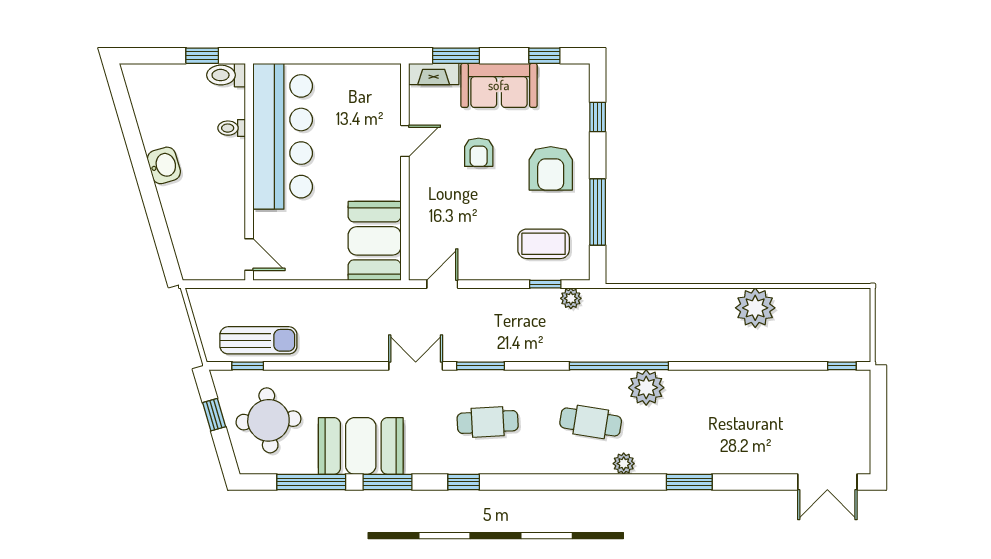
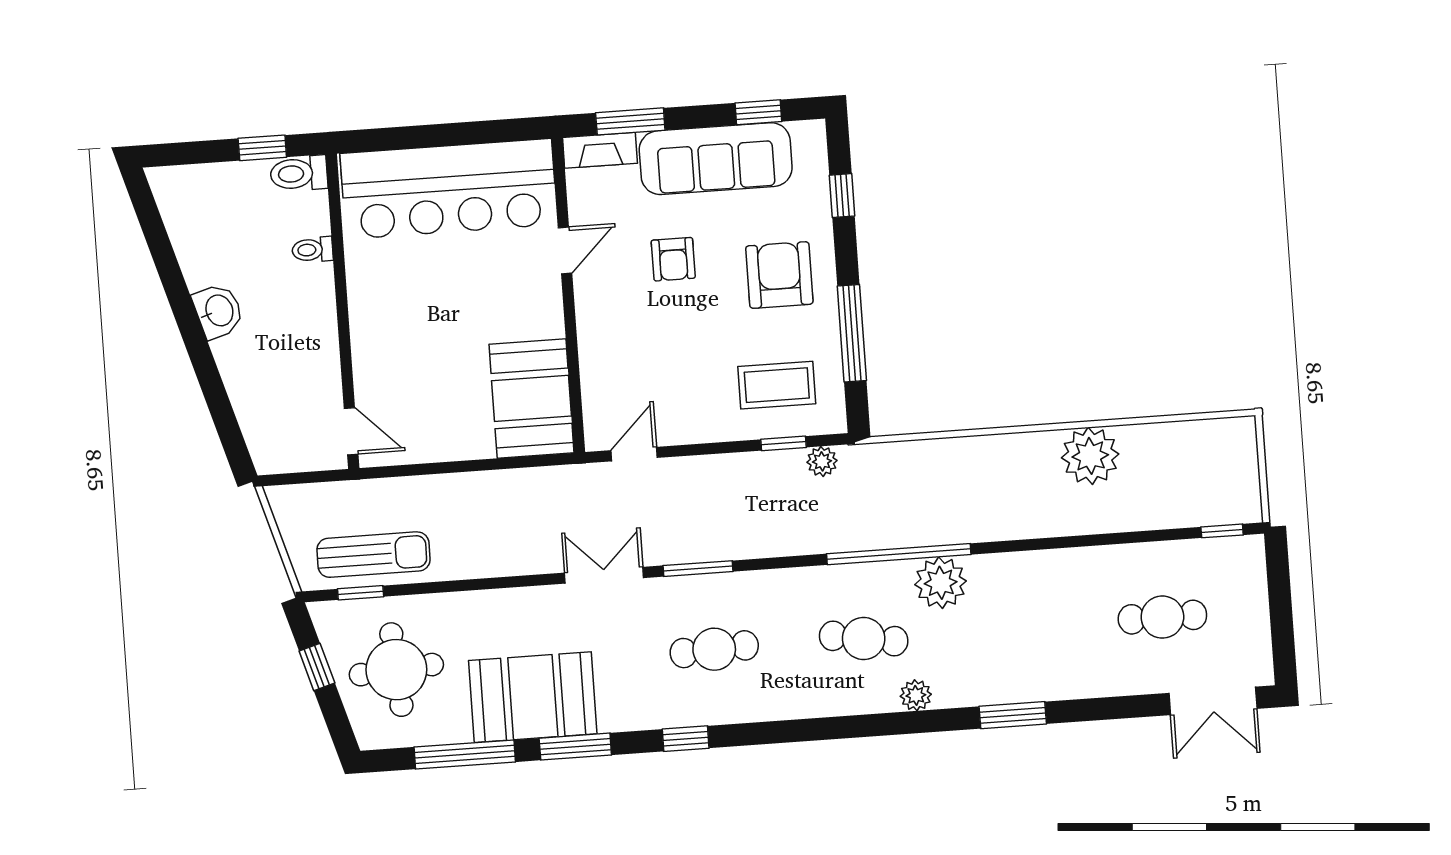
sofa: (499, 85) -> (716, 159), width x1.36
bar counter: (283, 136) -> (449, 189), moved, turned 90
armchair: (551, 168) -> (779, 275), turned 180
cafe table: (797, 422) -> (1162, 617), added

